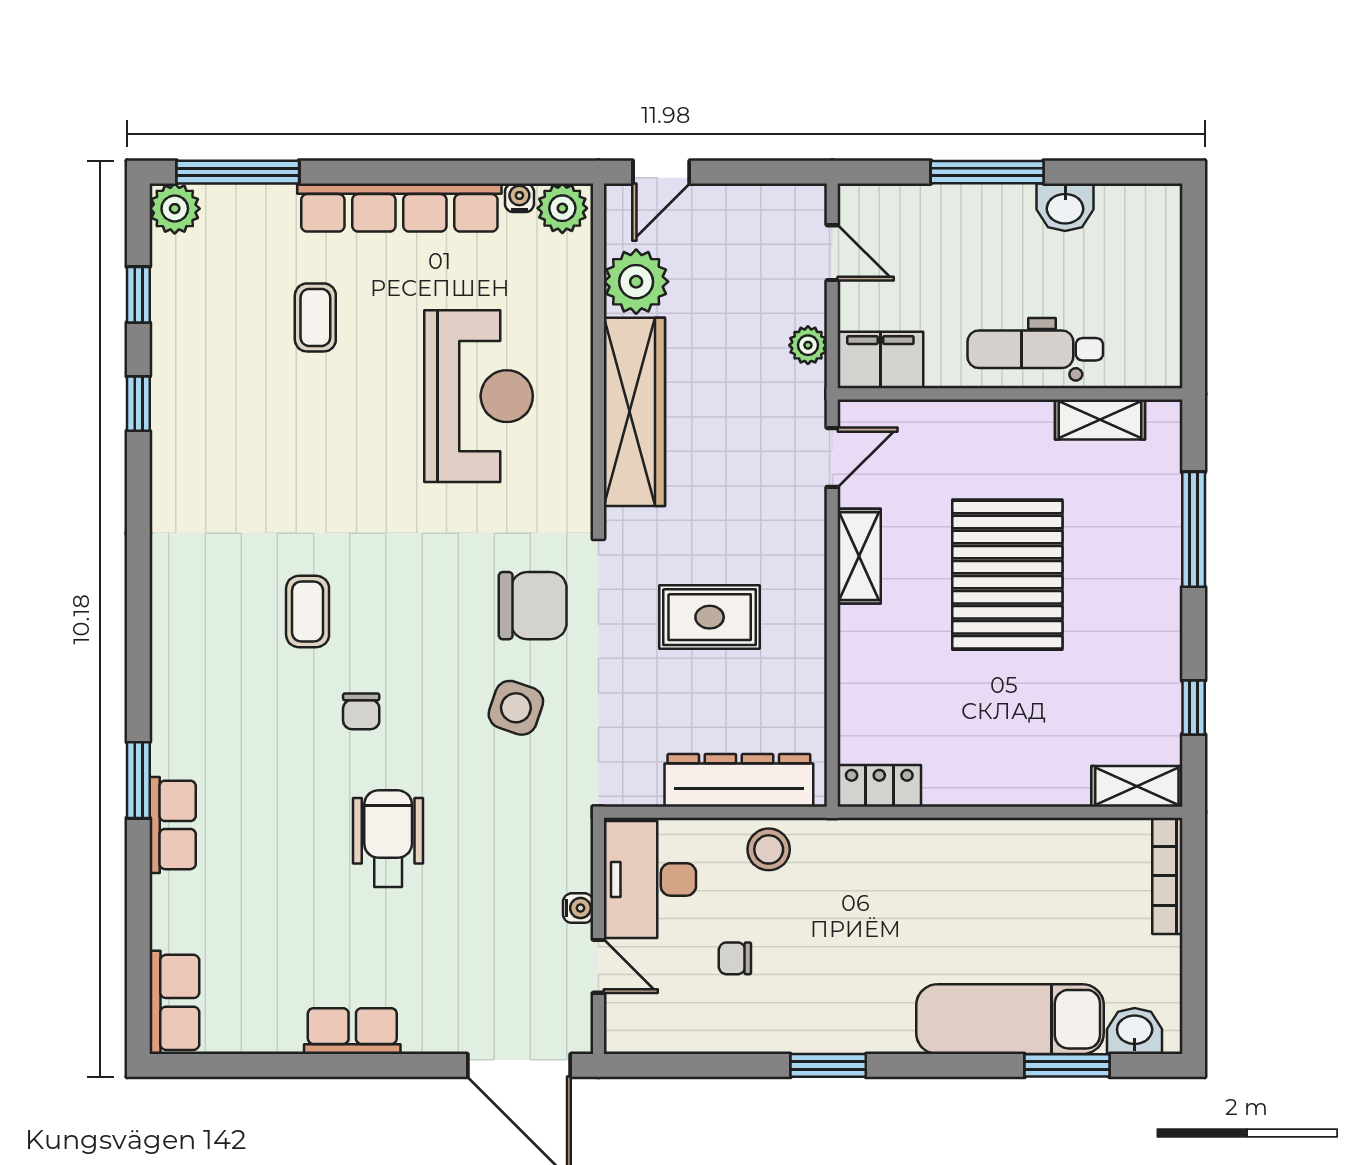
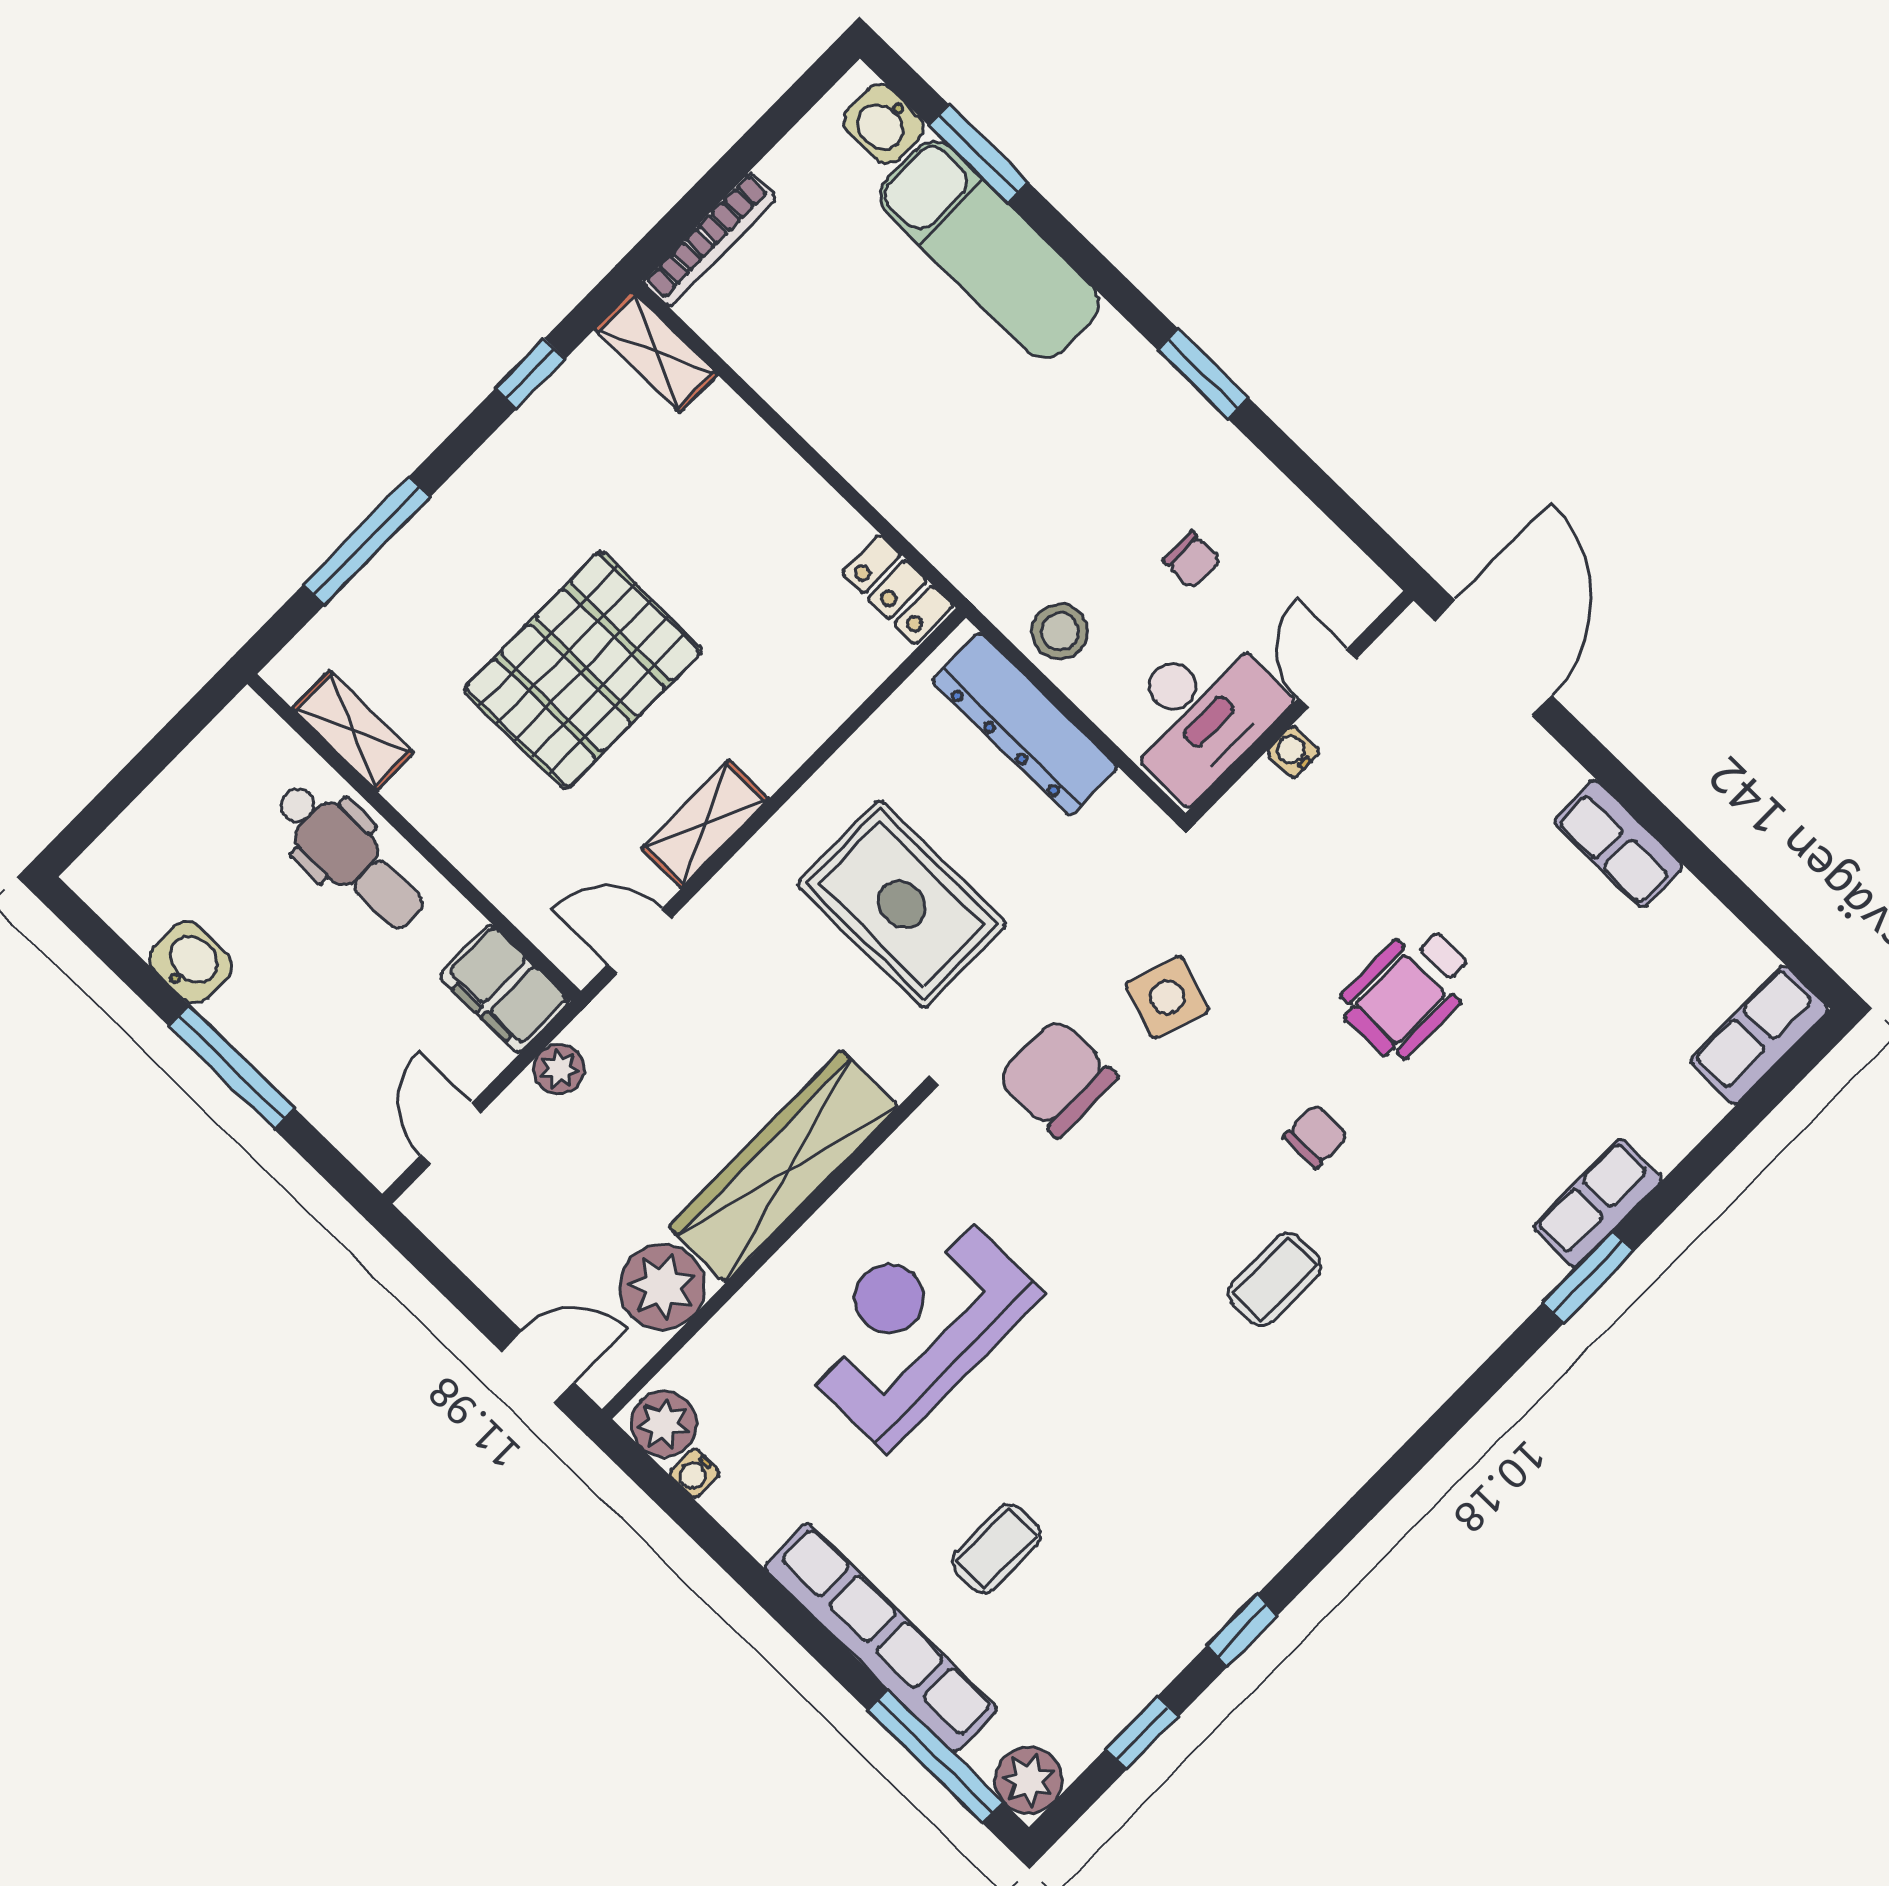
row of seats: (399, 208) -> (881, 1638), moved
rug: (710, 617) -> (902, 904), width x1.36, depth x1.43

